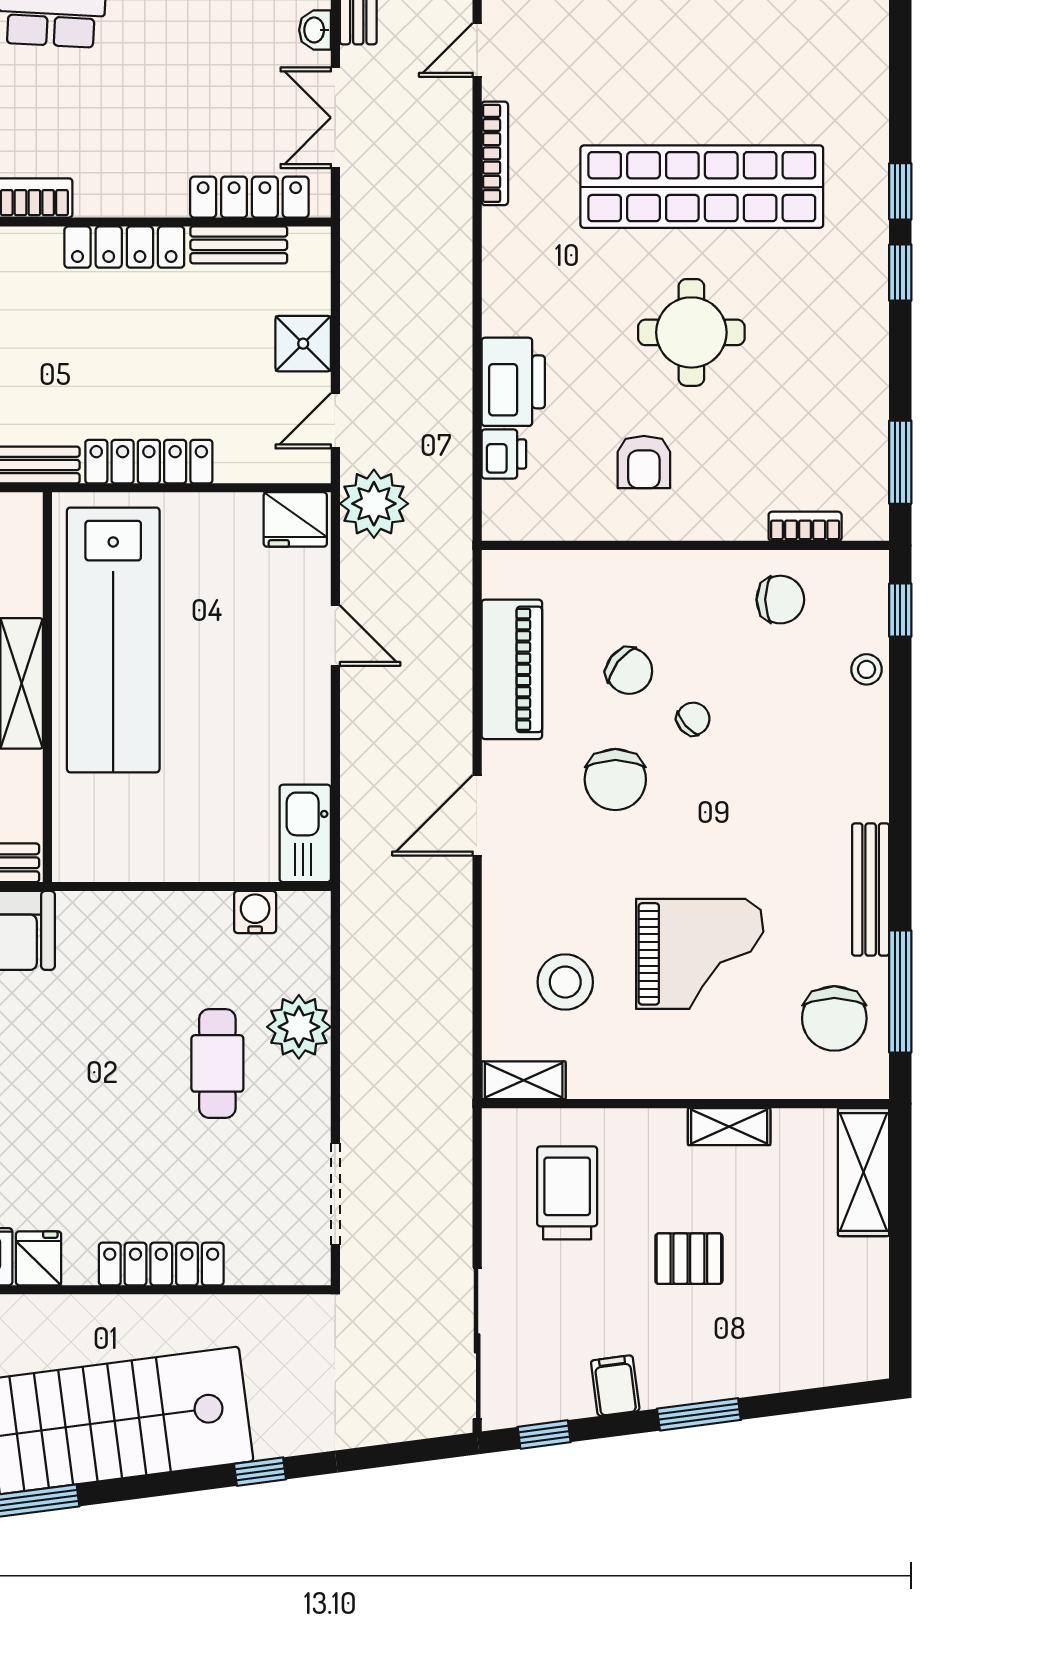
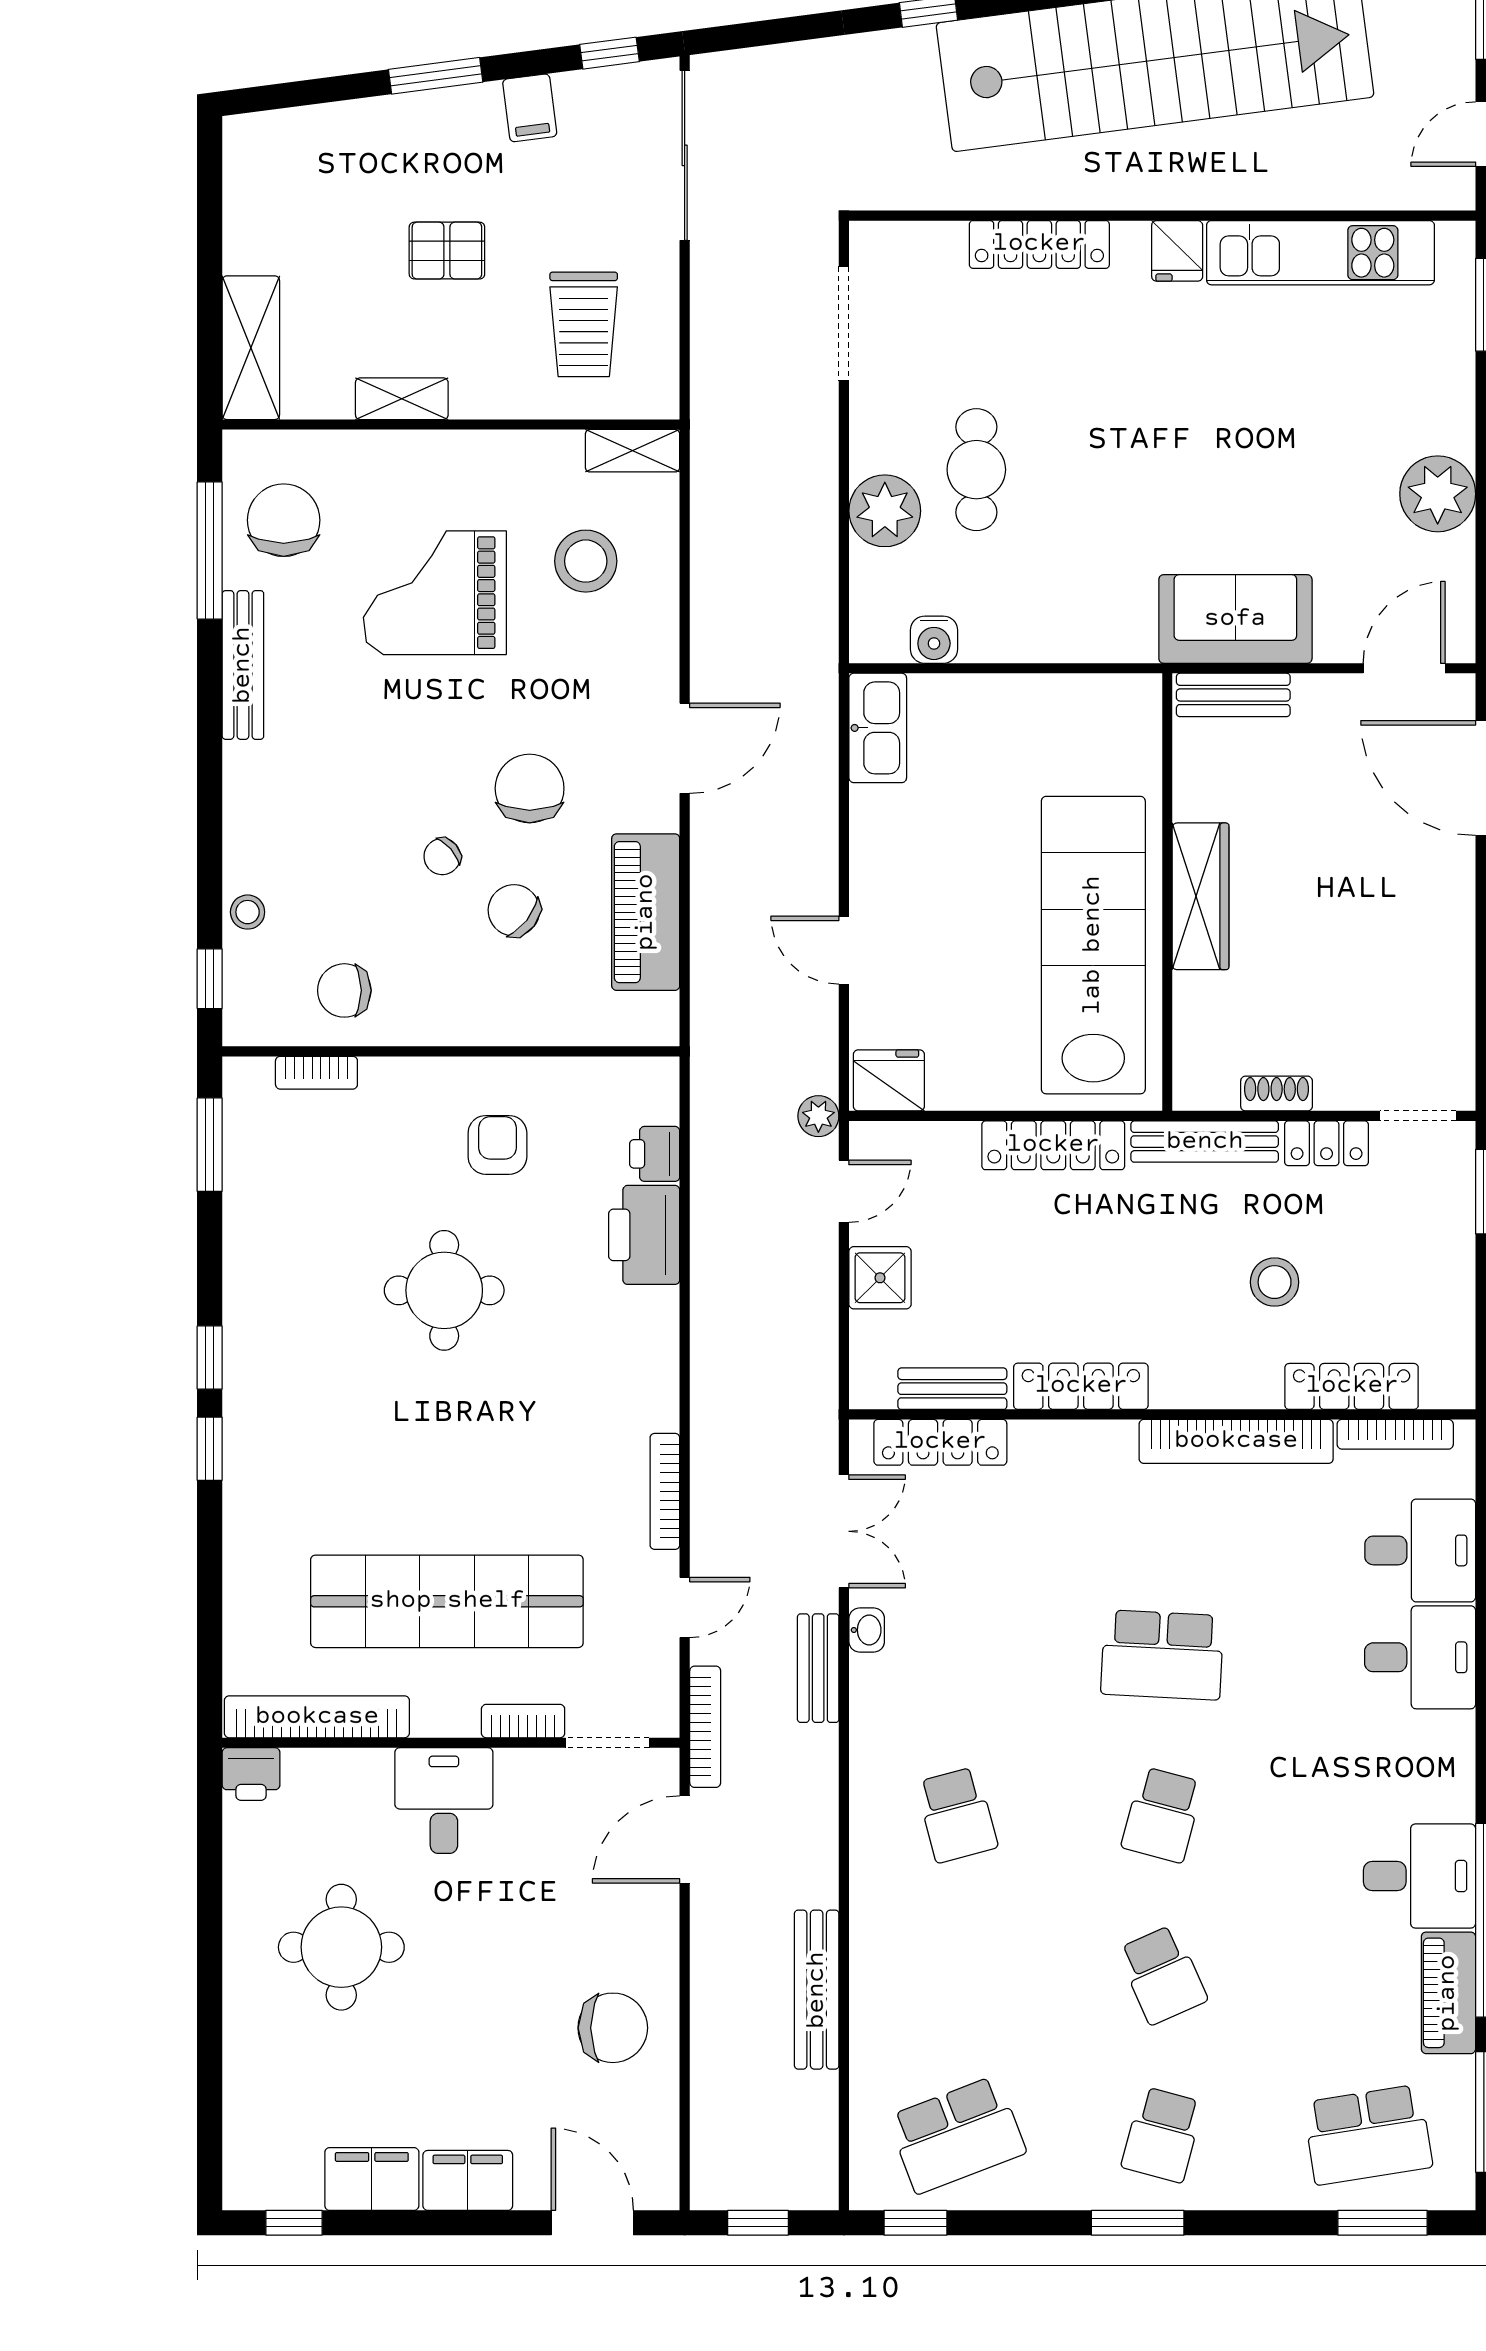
shop shelf: (702, 187) -> (447, 1601), moved
plant: (374, 504) -> (818, 1116), width x0.53, depth x0.53

